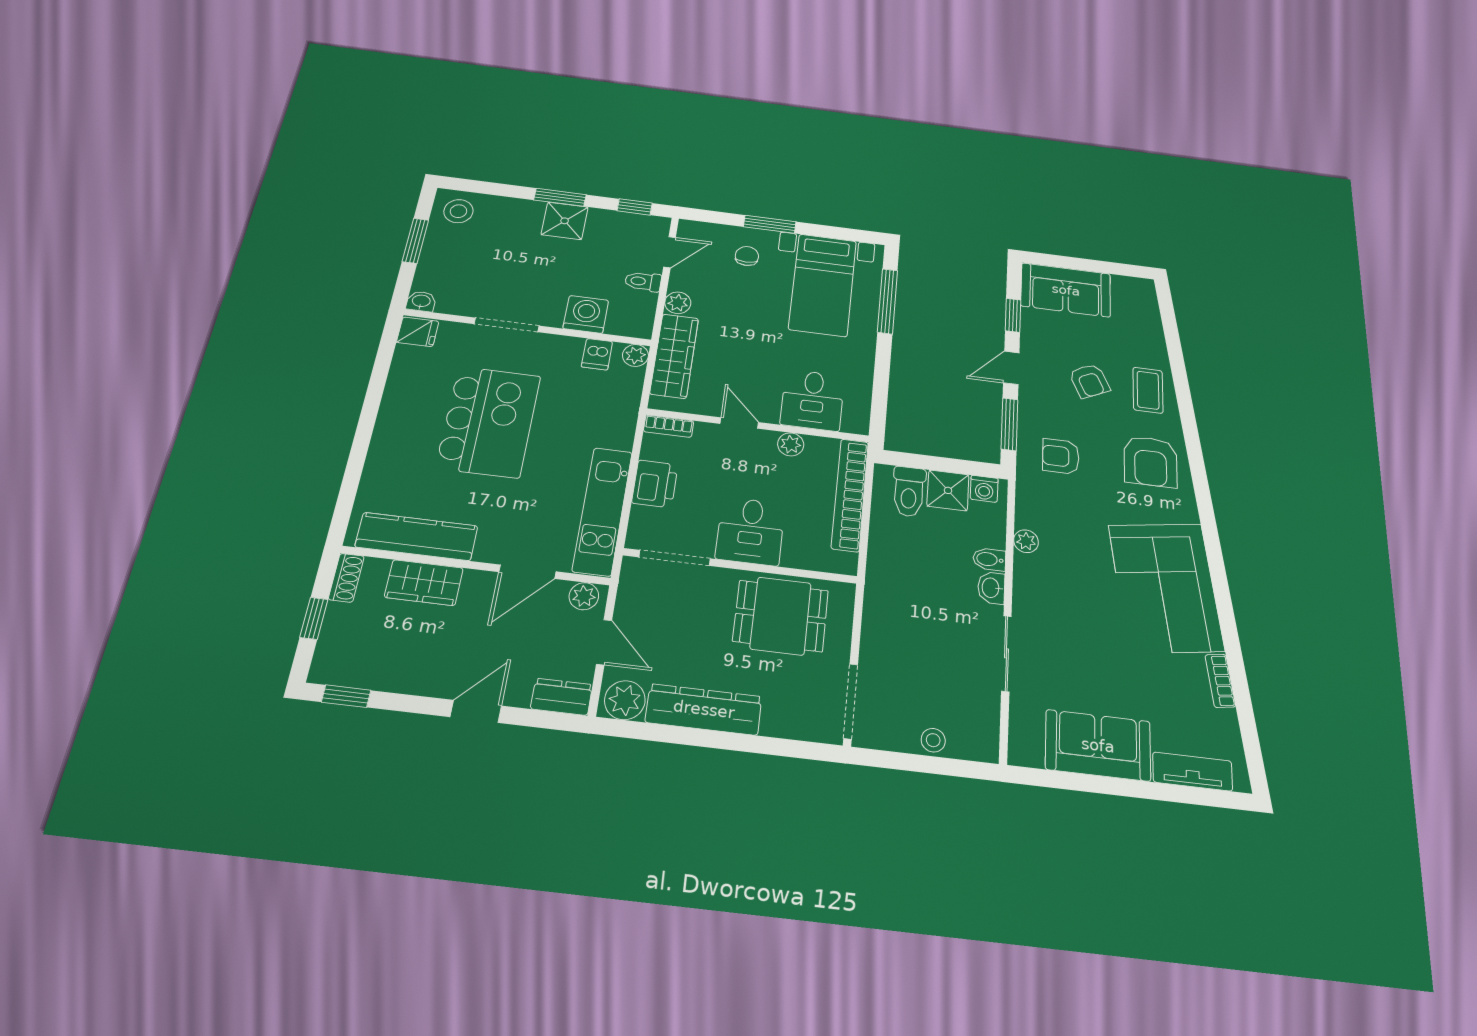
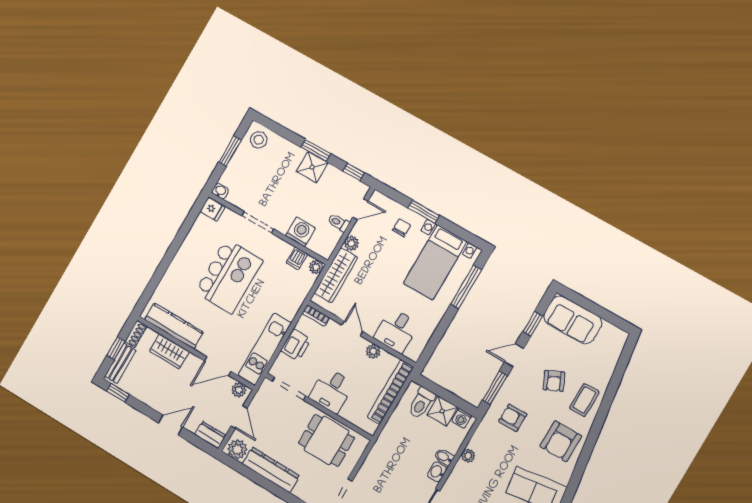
bench: (332, 641) -> (120, 363), added

